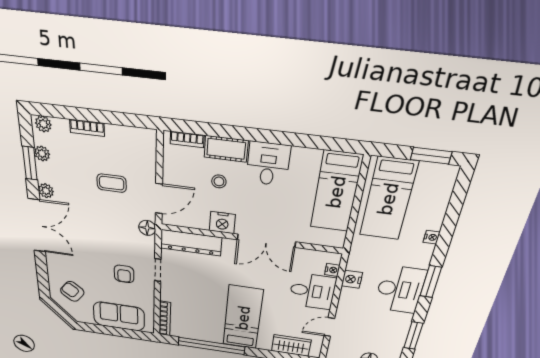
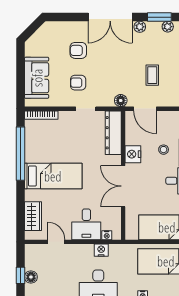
armchair: (72, 291) -> (78, 50), moved, turned -127

